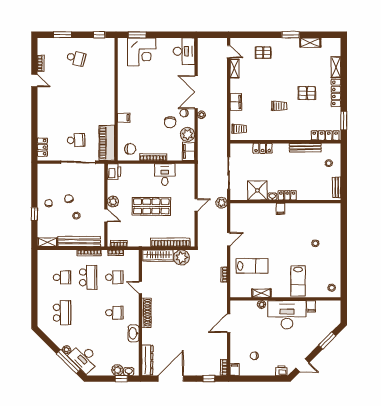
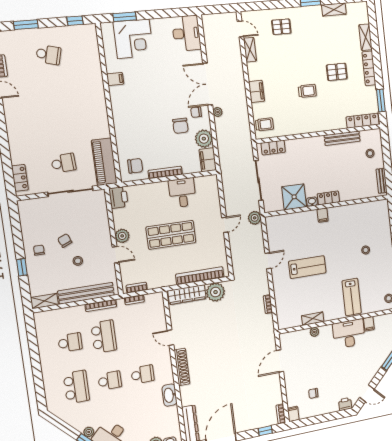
filing cabinet: (124, 118) -> (115, 79), moved
locker: (263, 148) -> (273, 148), moved
lab bench: (252, 266) -> (307, 267), moved
school desk: (114, 277) -> (110, 381), moved
desk: (287, 315) -> (349, 334), width x0.73, depth x0.77

